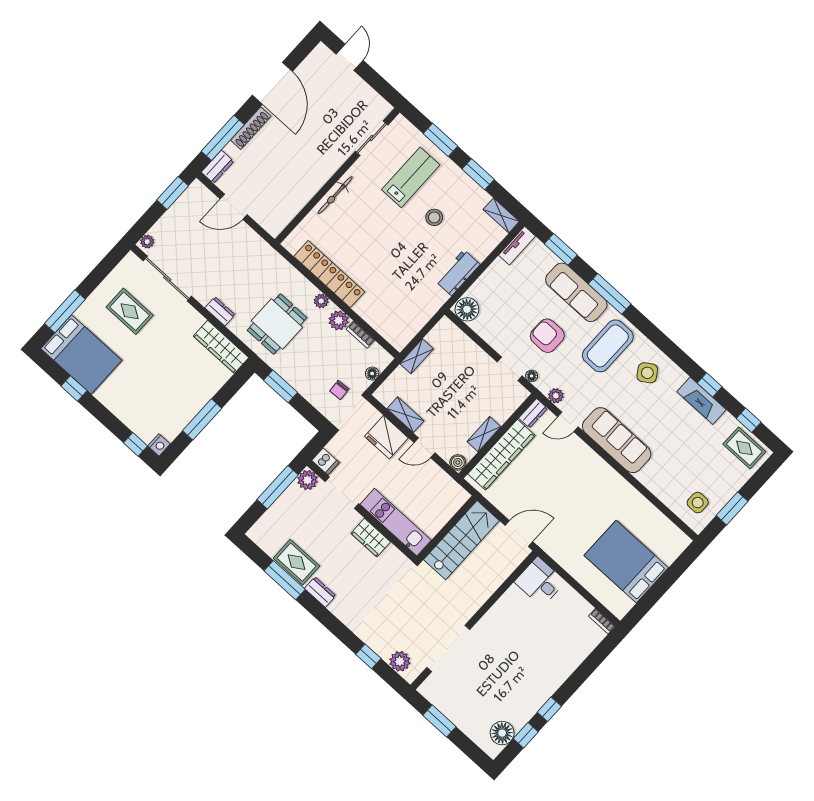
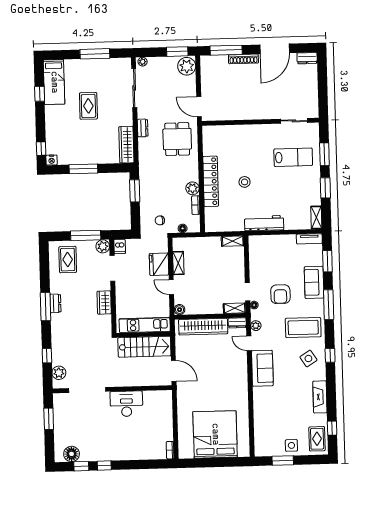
door: (350, 57) -> (322, 73), removed
dresser: (217, 167) -> (307, 58), moved
bicycle: (335, 195) -> (250, 130), removed
door: (234, 207) -> (199, 107), moved
stool: (434, 217) -> (245, 182), moved
workbench: (458, 273) -> (264, 223), width x1.38
locker: (329, 274) -> (211, 181), moved
sofa: (576, 292) -> (314, 282), width x0.73
plant: (321, 301) -> (187, 66), moved, width x1.87, depth x1.87
floor lamp: (467, 309) -> (256, 244), removed
window: (65, 311) -> (95, 54), moved
rug: (130, 311) -> (88, 106), moved
dining table: (277, 324) -> (177, 139), moved, turned 90
armchair: (547, 336) -> (280, 294), turned 180
bed: (81, 354) -> (54, 82), width x0.67
shelving: (417, 356) -> (233, 241), moved
window: (710, 385) -> (330, 355), moved
shelving: (484, 434) -> (235, 308), moved
sofa: (617, 440) -> (262, 368), width x0.73
side table: (698, 503) -> (291, 445), moved
kitchen unit: (396, 522) -> (145, 325), moved, turned -90
rug: (296, 562) -> (68, 260), moved
bed: (626, 562) -> (215, 434), width x1.36
window: (285, 580) -> (46, 307), moved
desk: (540, 582) -> (126, 404), moved, width x1.37

